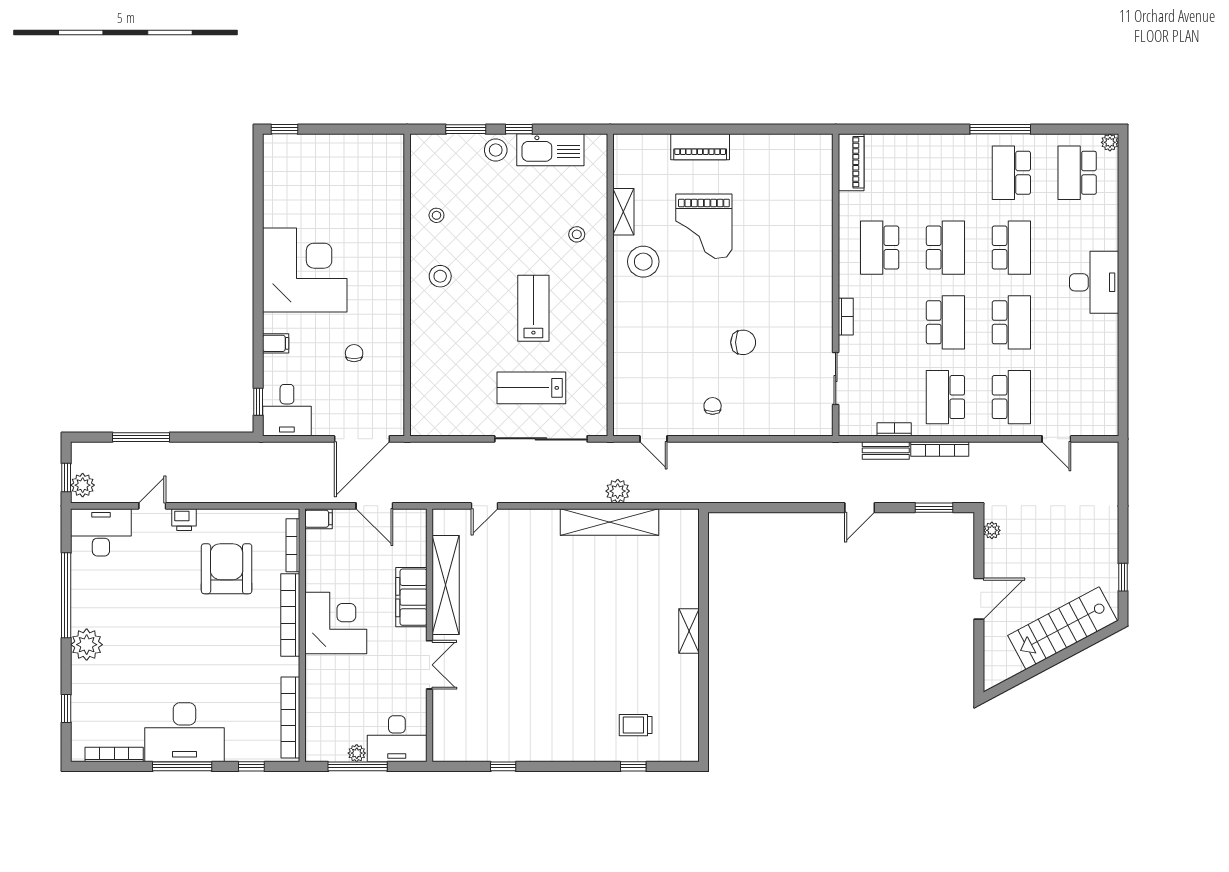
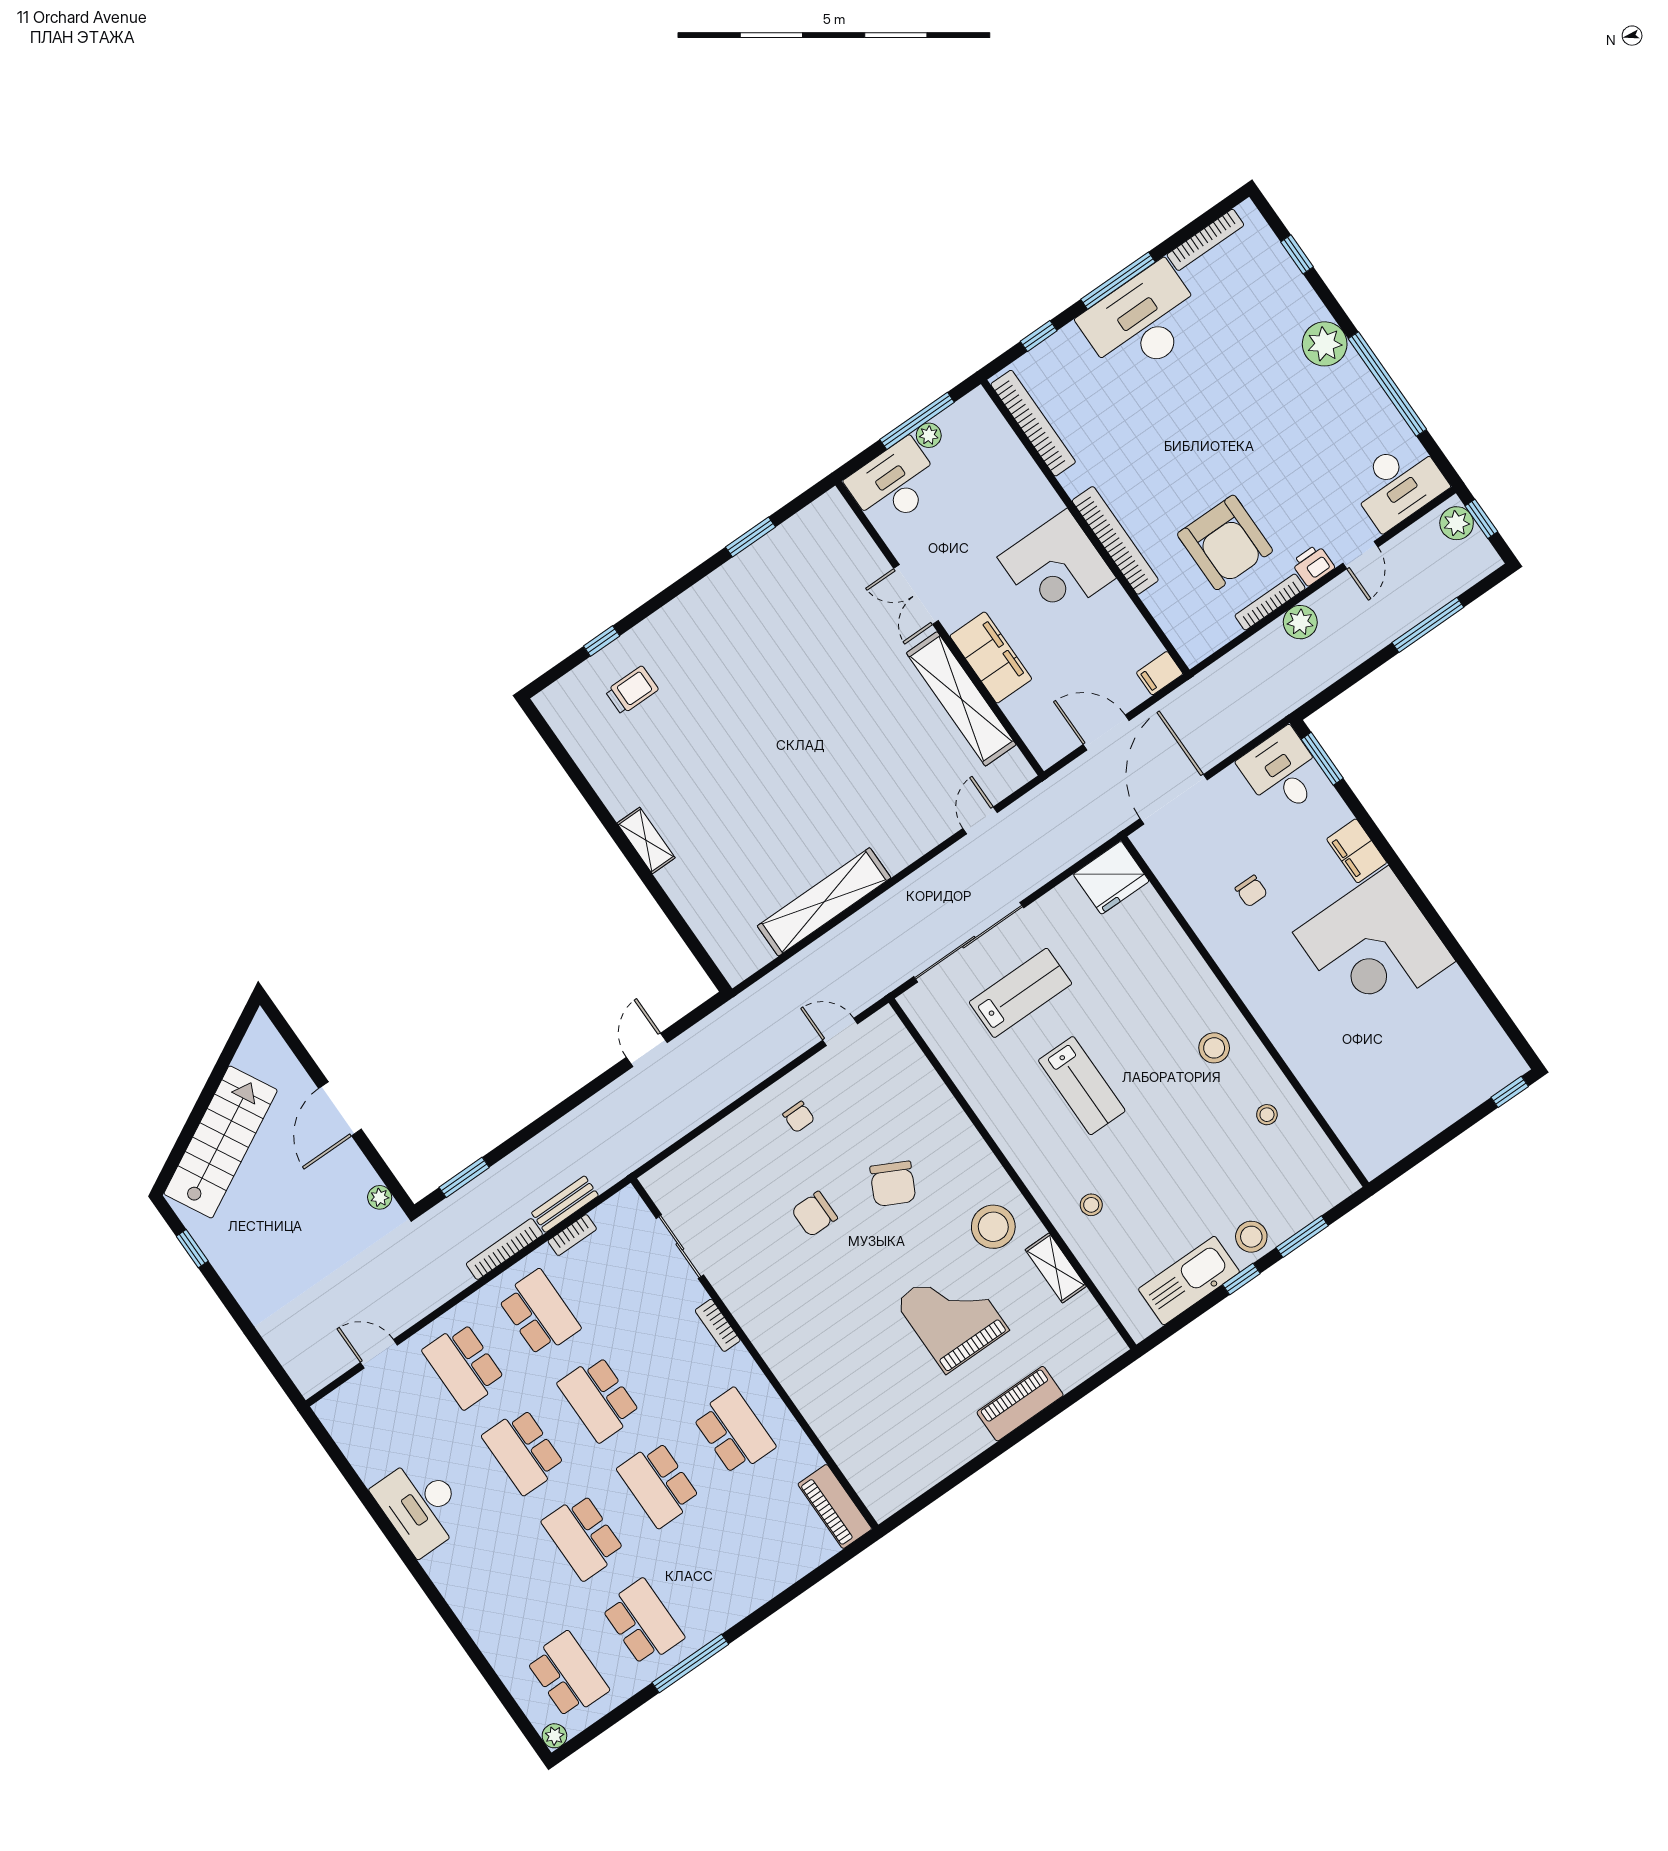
desk: (1094, 282) -> (421, 1506), moved
chair: (685, 328) -> (893, 1184), added
filing cabinet: (276, 343) -> (1357, 851), width x2.00
window: (258, 402) -> (1322, 759), width x1.50
fridge: (431, 418) -> (1111, 878), added
plant: (618, 491) -> (1300, 622), moved
door: (860, 508) -> (647, 1050), moved
bookcase: (293, 545) -> (1270, 602), moved, turned -90
window: (503, 766) -> (750, 537), width x1.50

